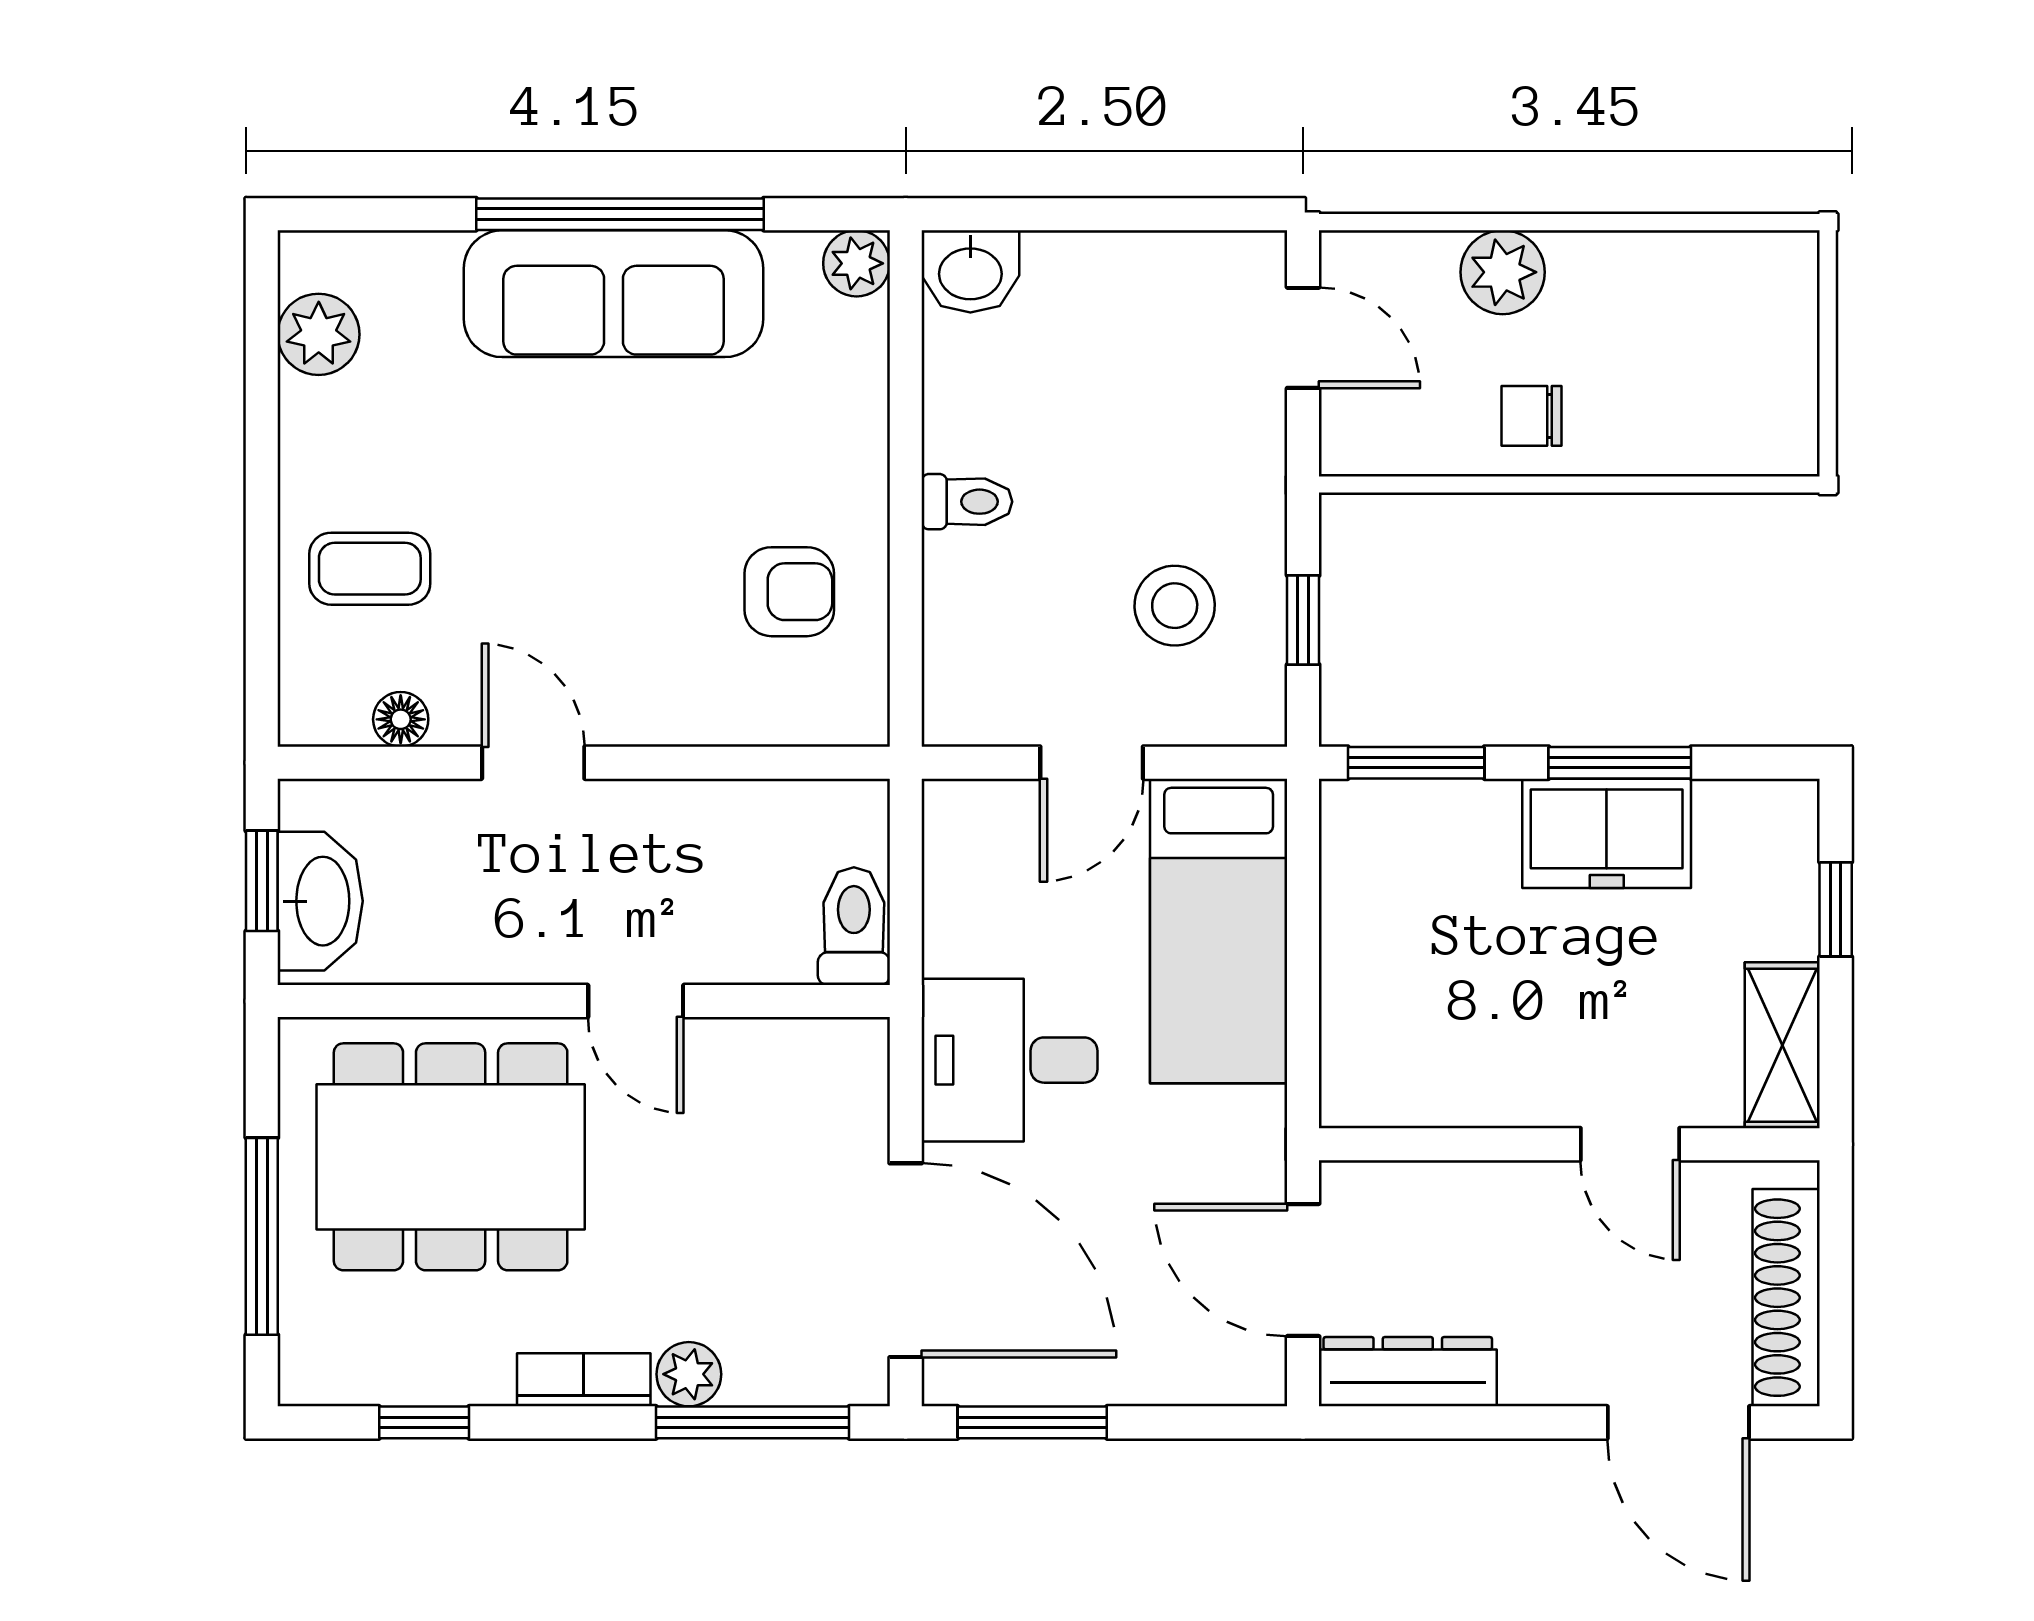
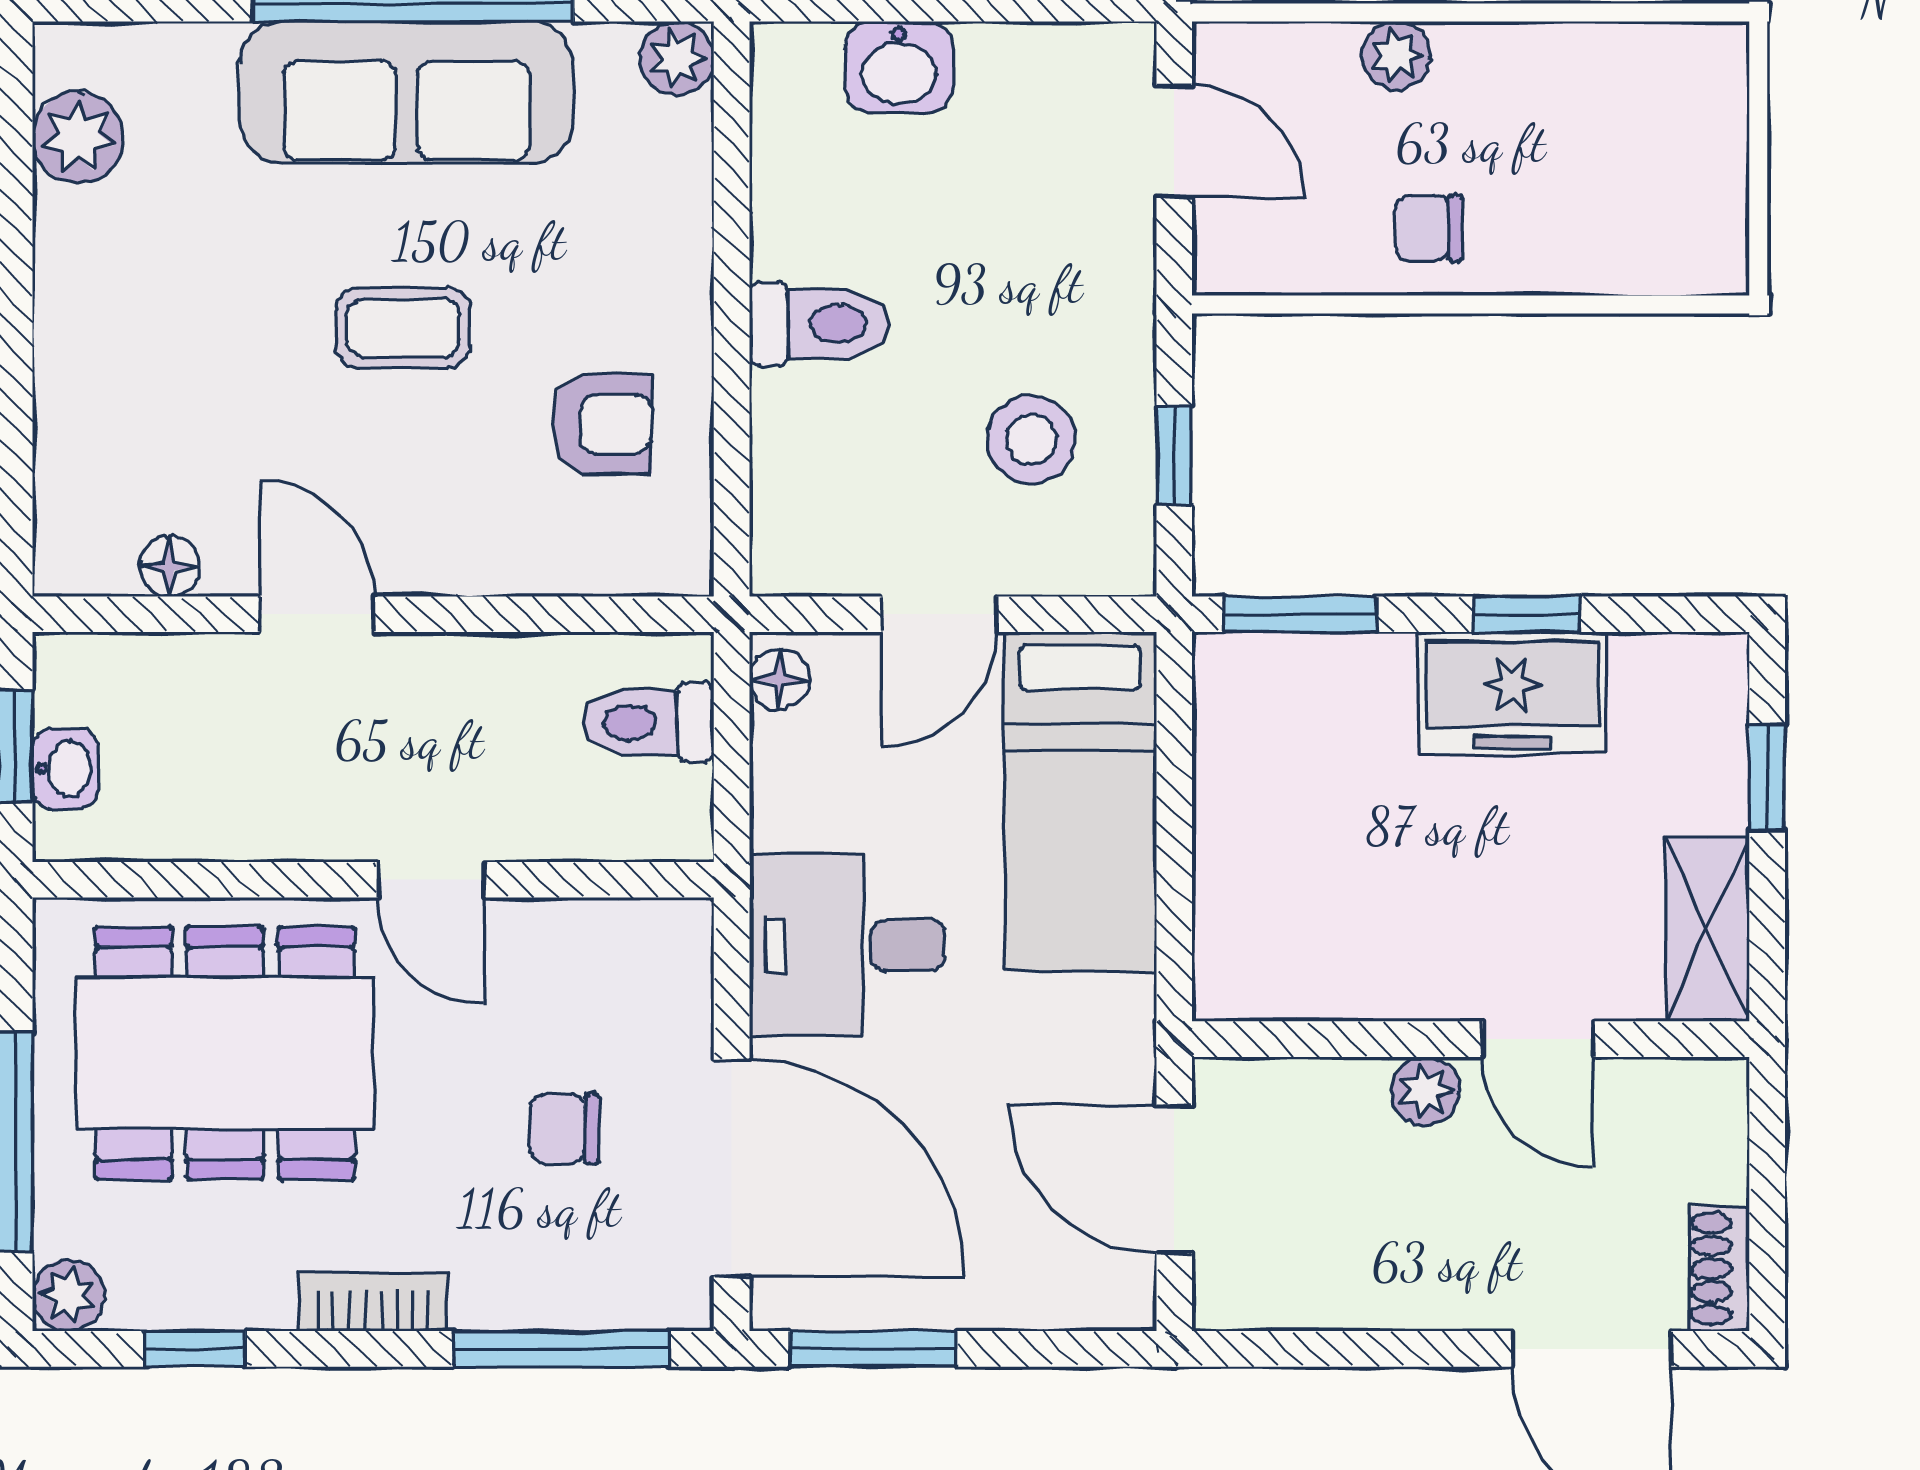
washbasin: (970, 271) -> (899, 67), moved
plant: (1503, 272) -> (1396, 55), width x0.73, depth x0.73
toilet: (967, 502) -> (819, 324), width x1.37, depth x1.39
coffee table: (370, 569) -> (403, 328), moved
window: (1620, 763) -> (1527, 614), width x0.67
floor lamp: (949, 821) -> (780, 679), added
washbasin: (320, 901) -> (65, 768), width x0.52, depth x0.69
toilet: (854, 926) -> (648, 722), moved, turned -90
plant: (1528, 1191) -> (1425, 1091), added
chair: (755, 1225) -> (564, 1129), added
shoe rack: (1786, 1298) -> (1719, 1269), width x0.51, depth x0.81
dresser: (1408, 1372) -> (1291, 1292), removed
plant: (689, 1374) -> (68, 1295), moved

